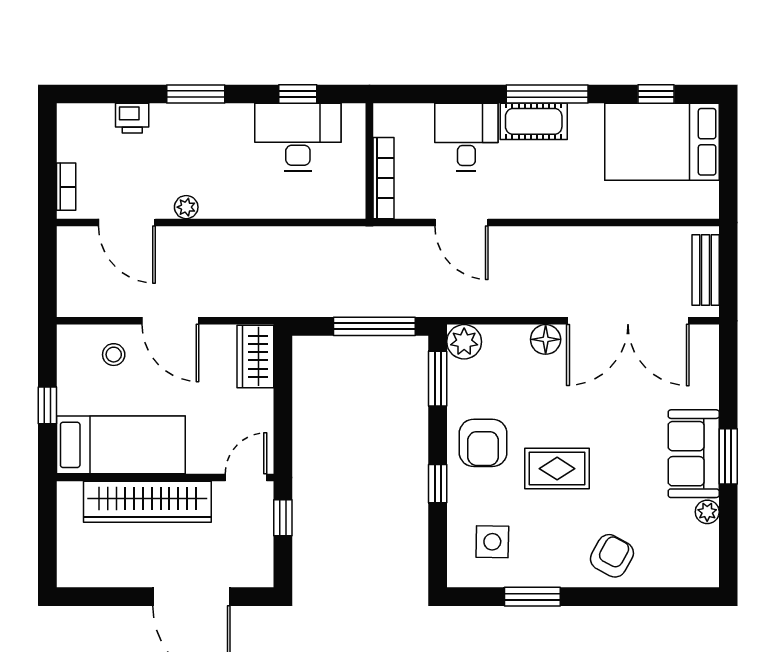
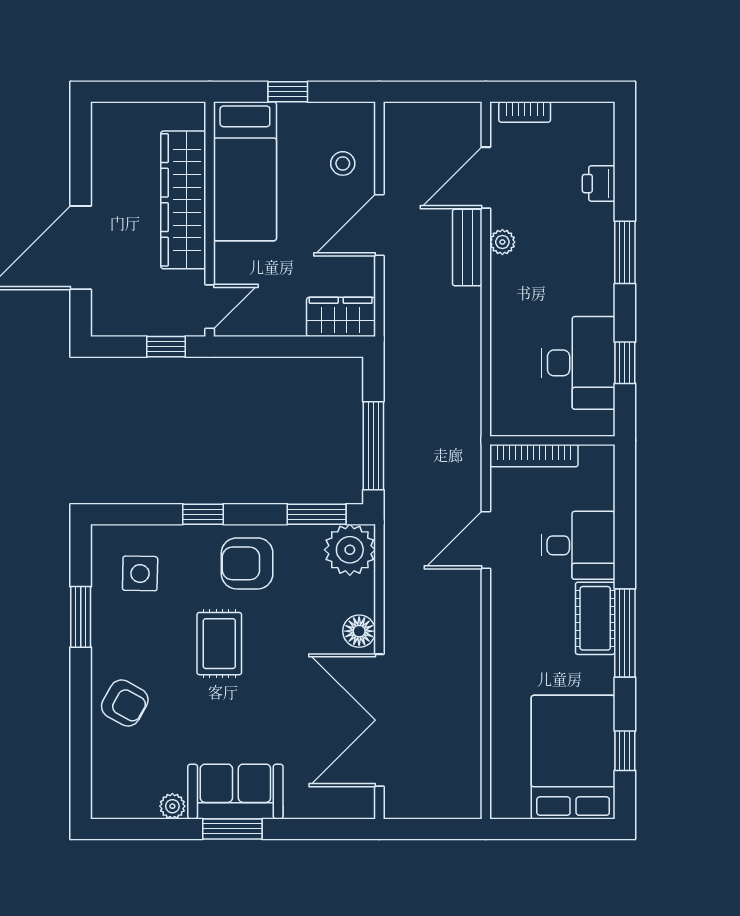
bench: (706, 270) -> (467, 248), moved, turned 90
plant: (464, 342) -> (350, 550), width x1.36, depth x1.36
door: (246, 477) -> (210, 307), hinge flipped

